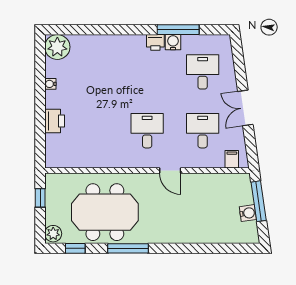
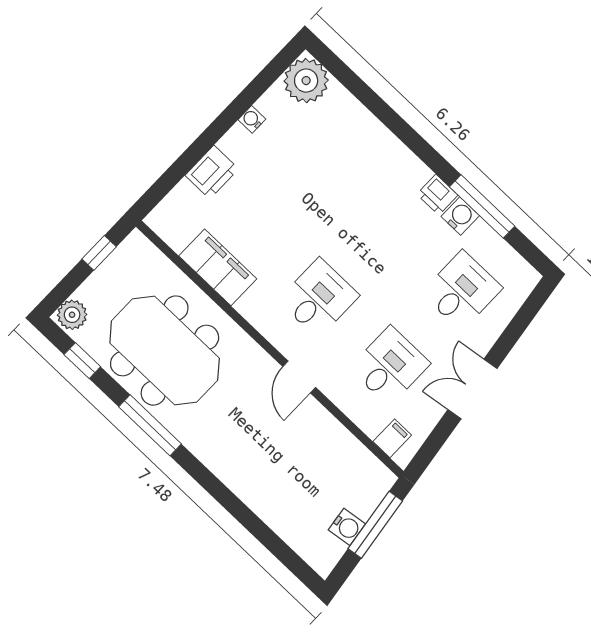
filing cabinet: (94, 158) -> (218, 267), added

